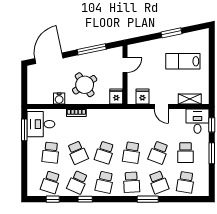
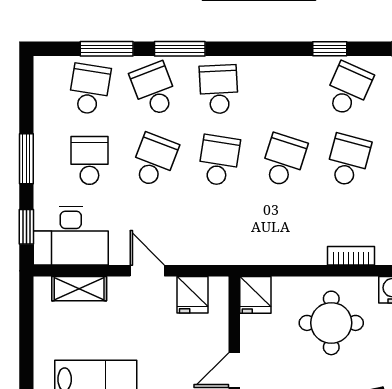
round table: (85, 85) -> (331, 323), turned 34
desk: (197, 121) -> (71, 236), width x1.37
school desk: (78, 153) -> (348, 160), turned 39
school desk: (105, 182) -> (283, 89), removed
window: (178, 199) -> (107, 49), added

